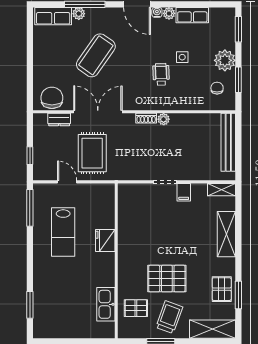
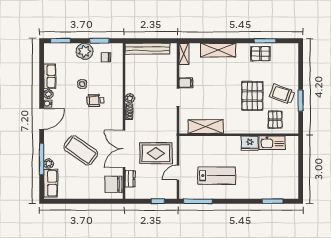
fridge: (105, 240) -> (250, 143), moved
shelving: (213, 329) -> (206, 127), moved, turned 90

